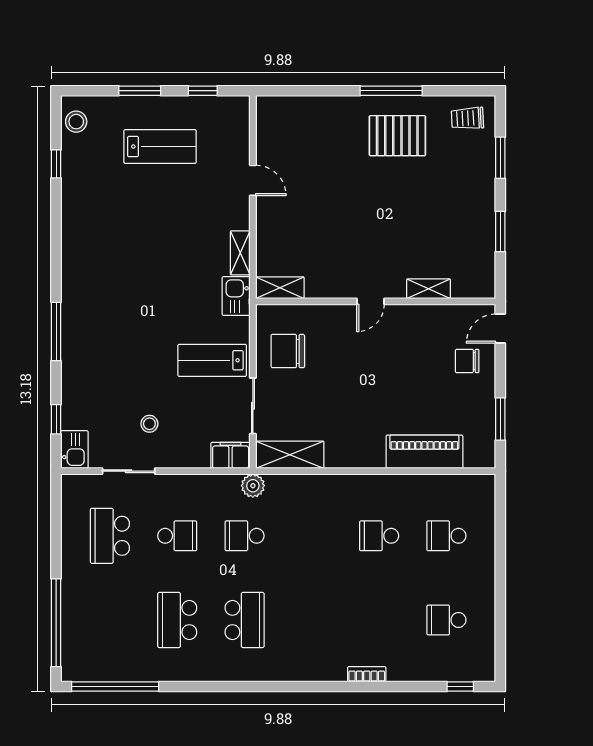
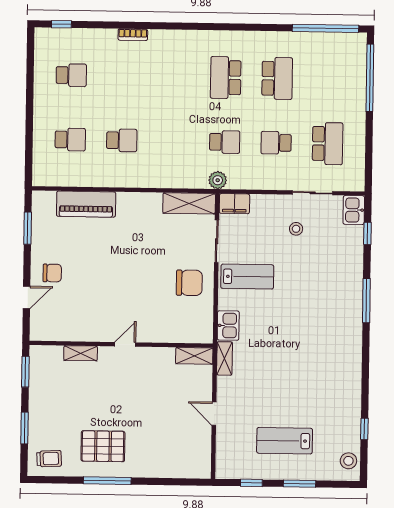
shelving: (280, 288) -> (194, 356), moved
shelving: (429, 289) -> (81, 353), moved
door: (370, 301) -> (125, 344), moved
wall: (376, 301) -> (121, 344), moved

